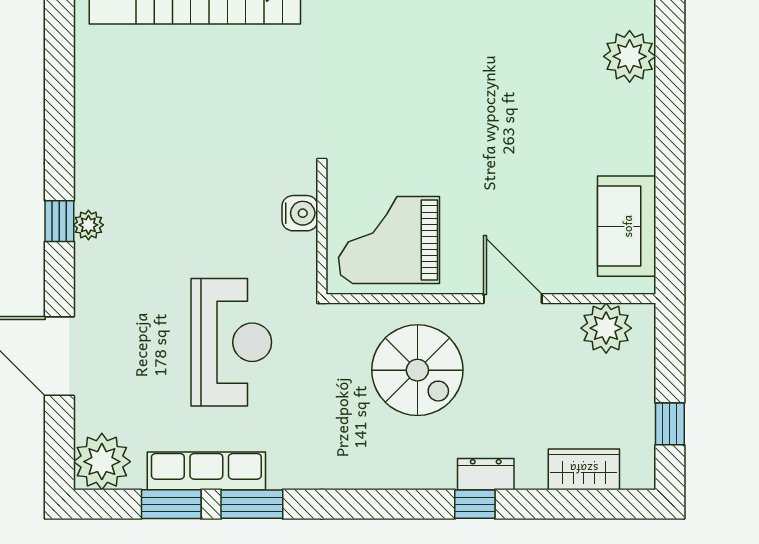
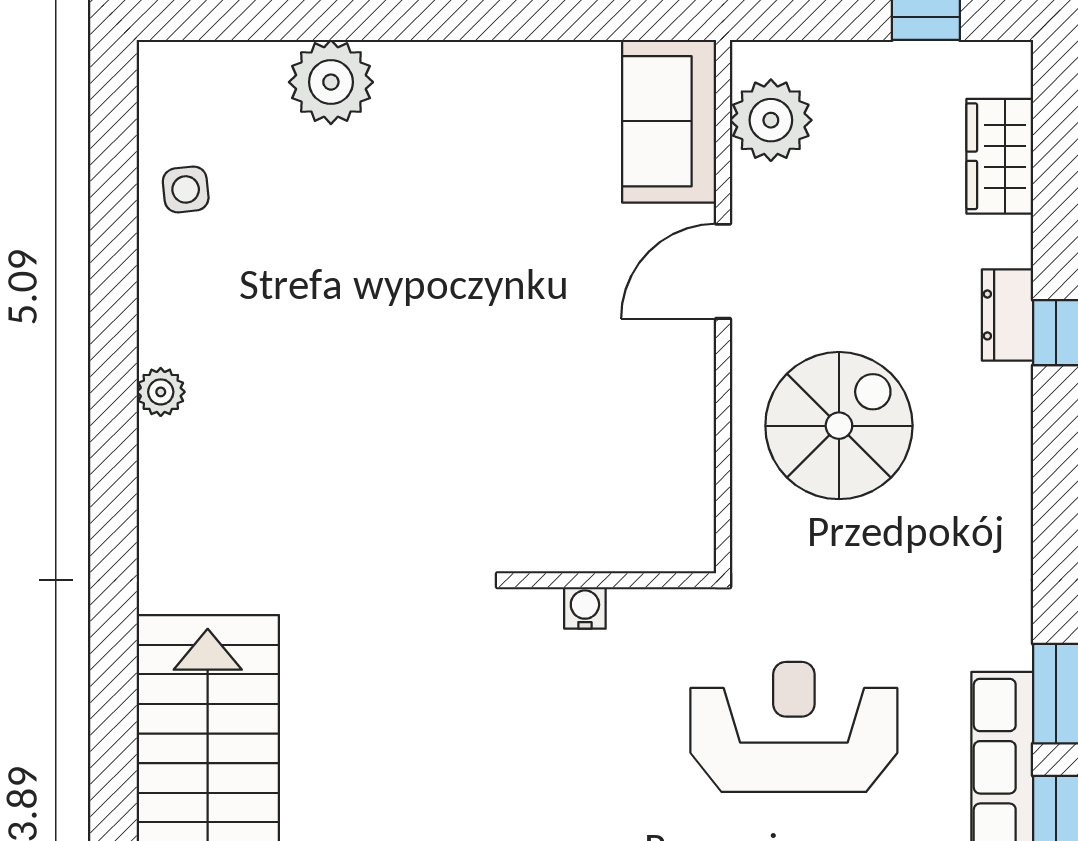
water cooler: (300, 213) -> (585, 608), width x0.72, depth x0.72
sofa: (627, 226) -> (669, 121), moved, turned 90
grand piano: (389, 240) -> (628, 472), removed

